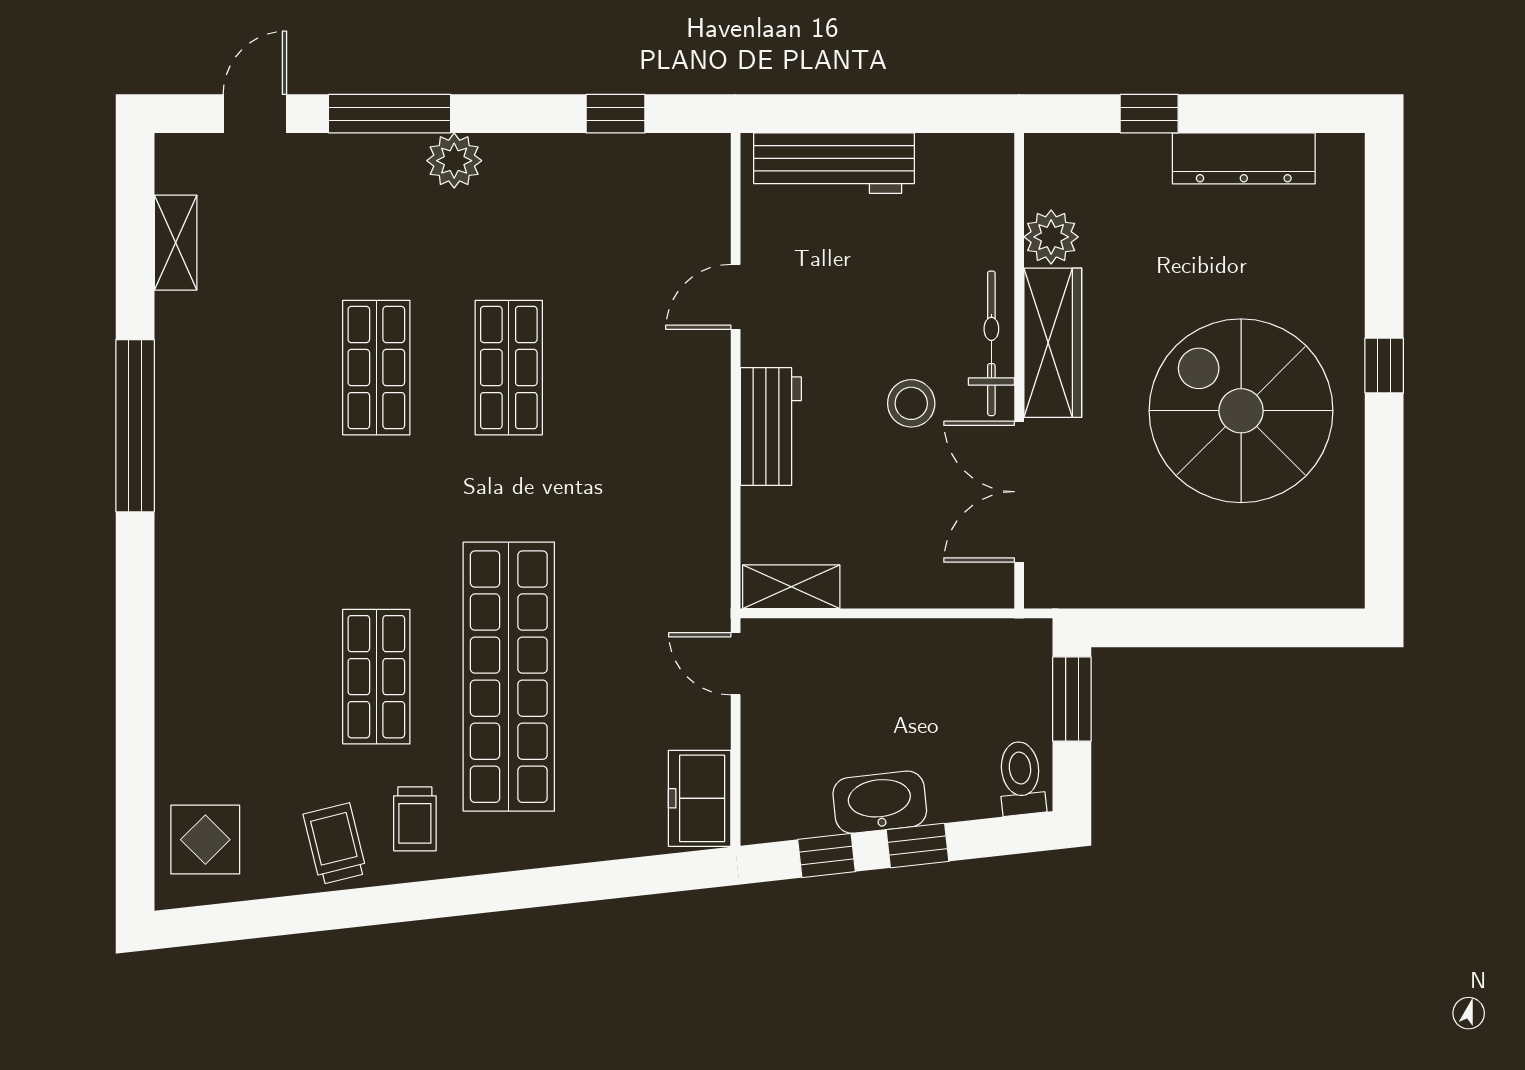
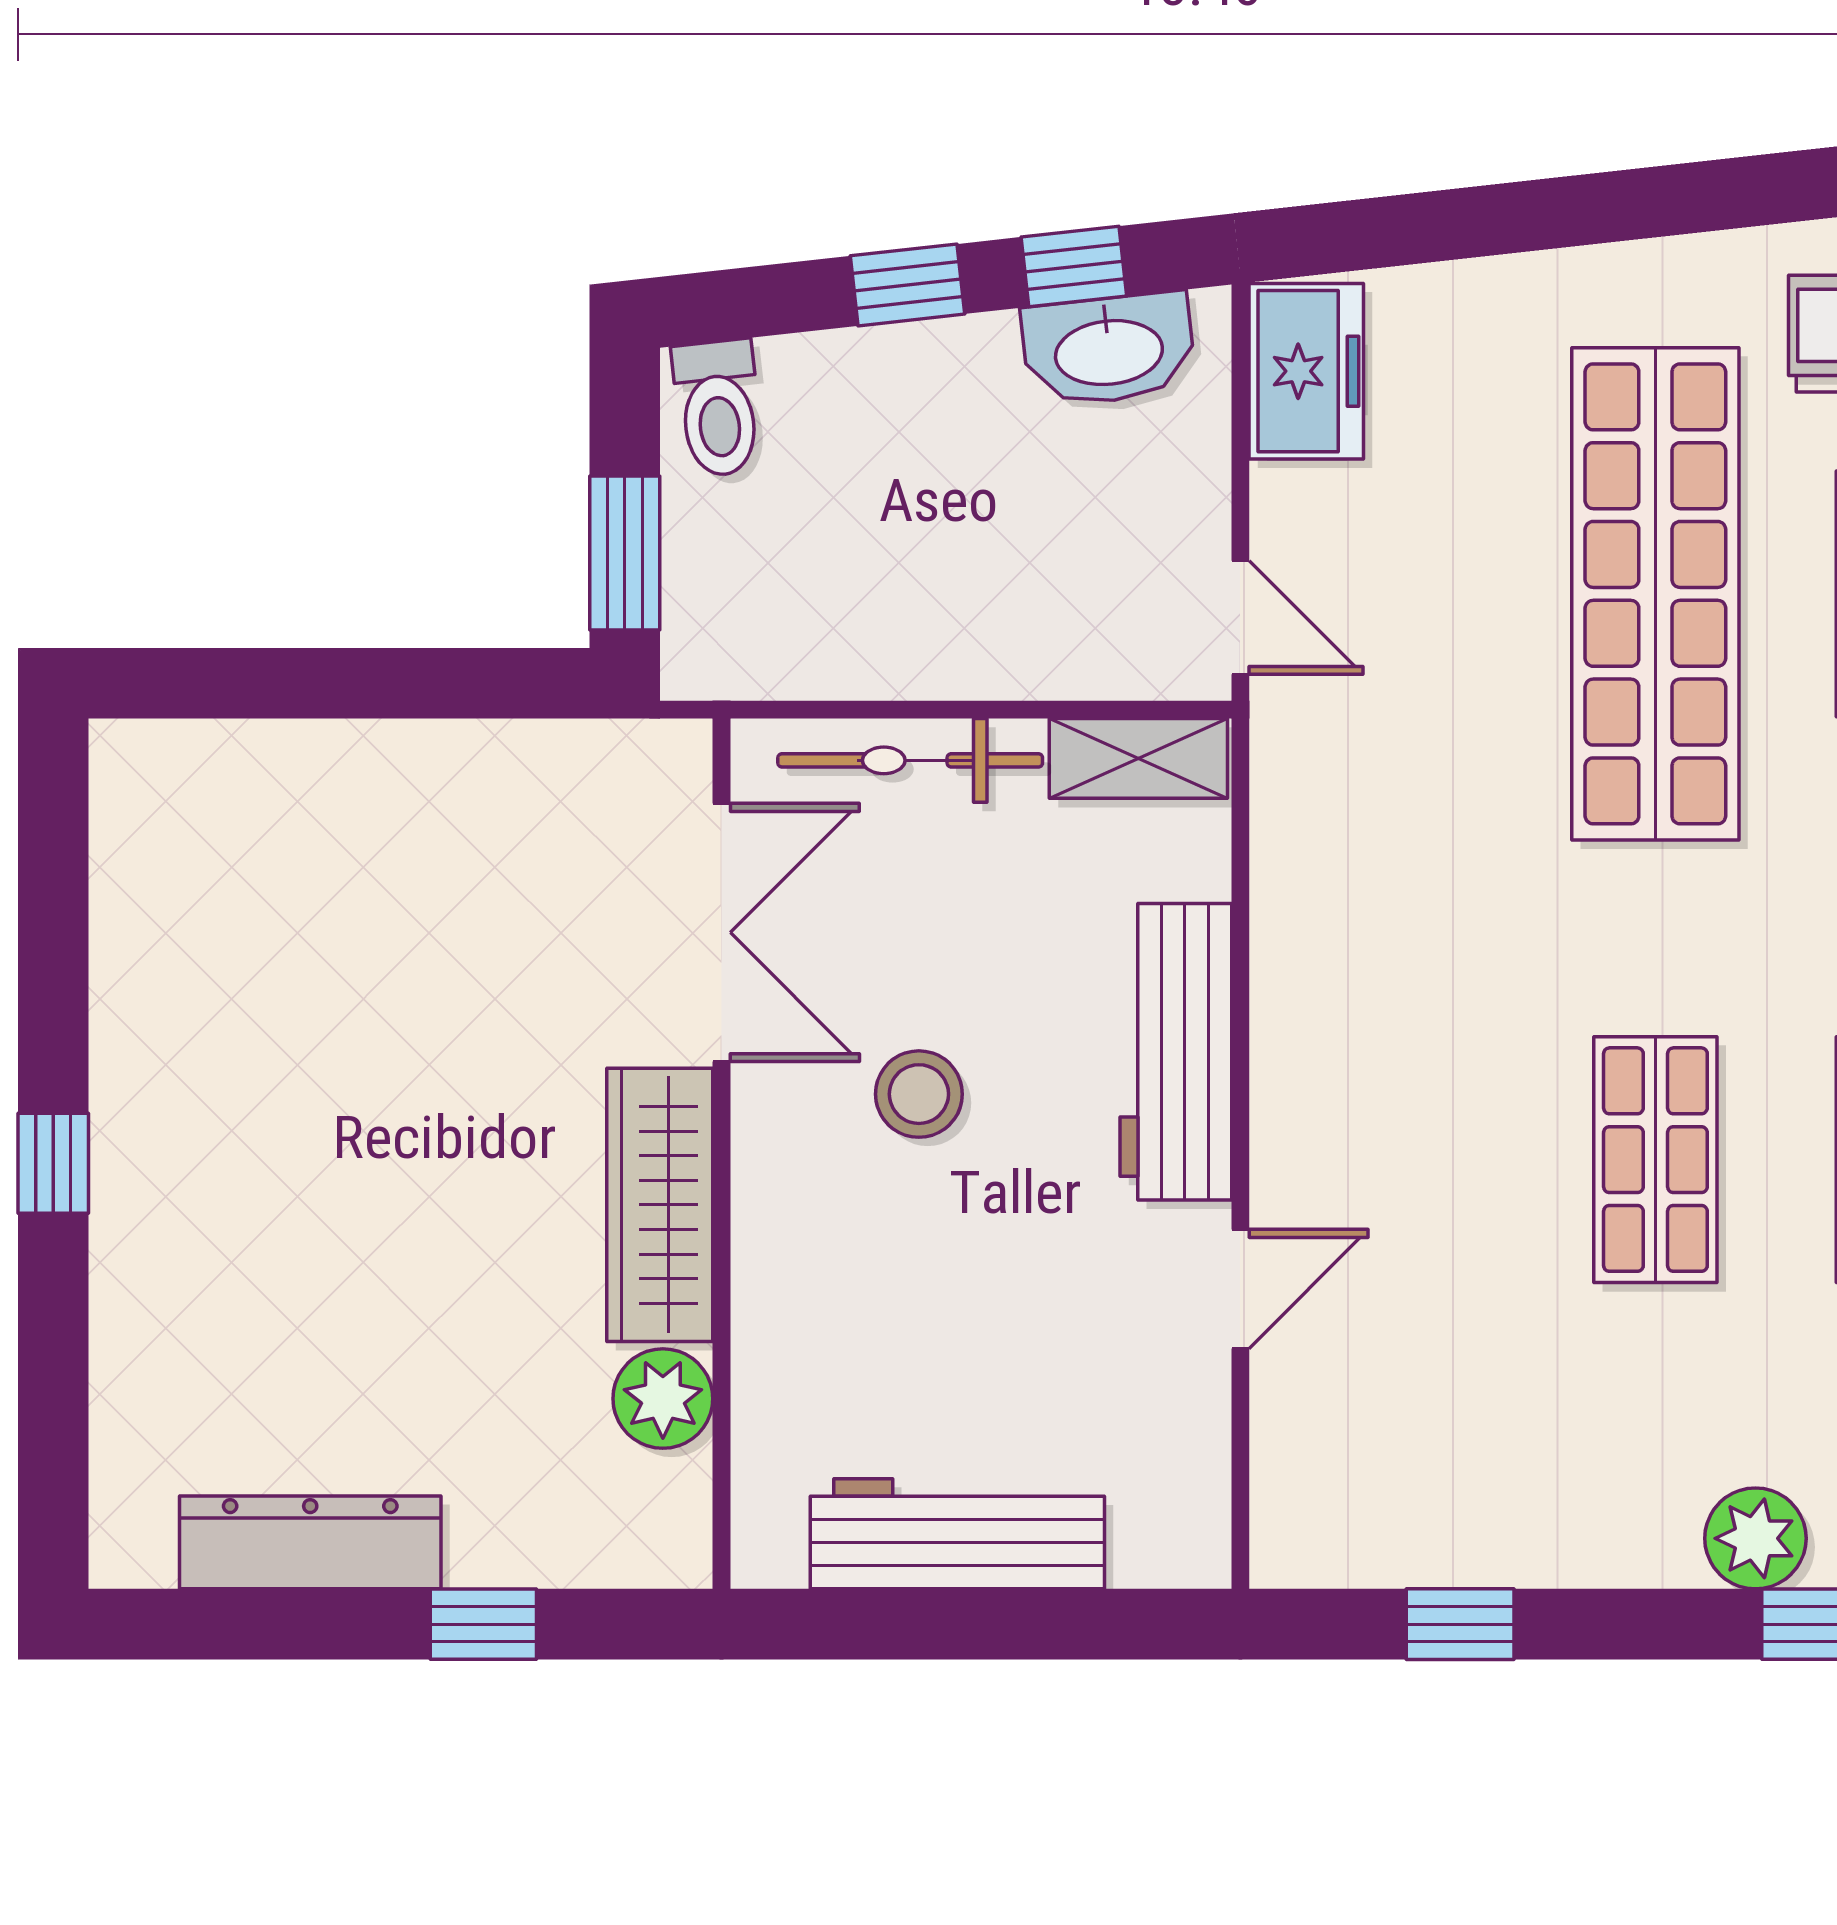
workbench: (834, 163) -> (957, 1534), moved
bicycle: (991, 343) -> (910, 760), moved, turned 90
spiral stairs: (1241, 411) -> (315, 1081), removed
workbench: (771, 427) -> (1176, 1052), width x1.38
washbasin: (880, 802) -> (1109, 350), moved

